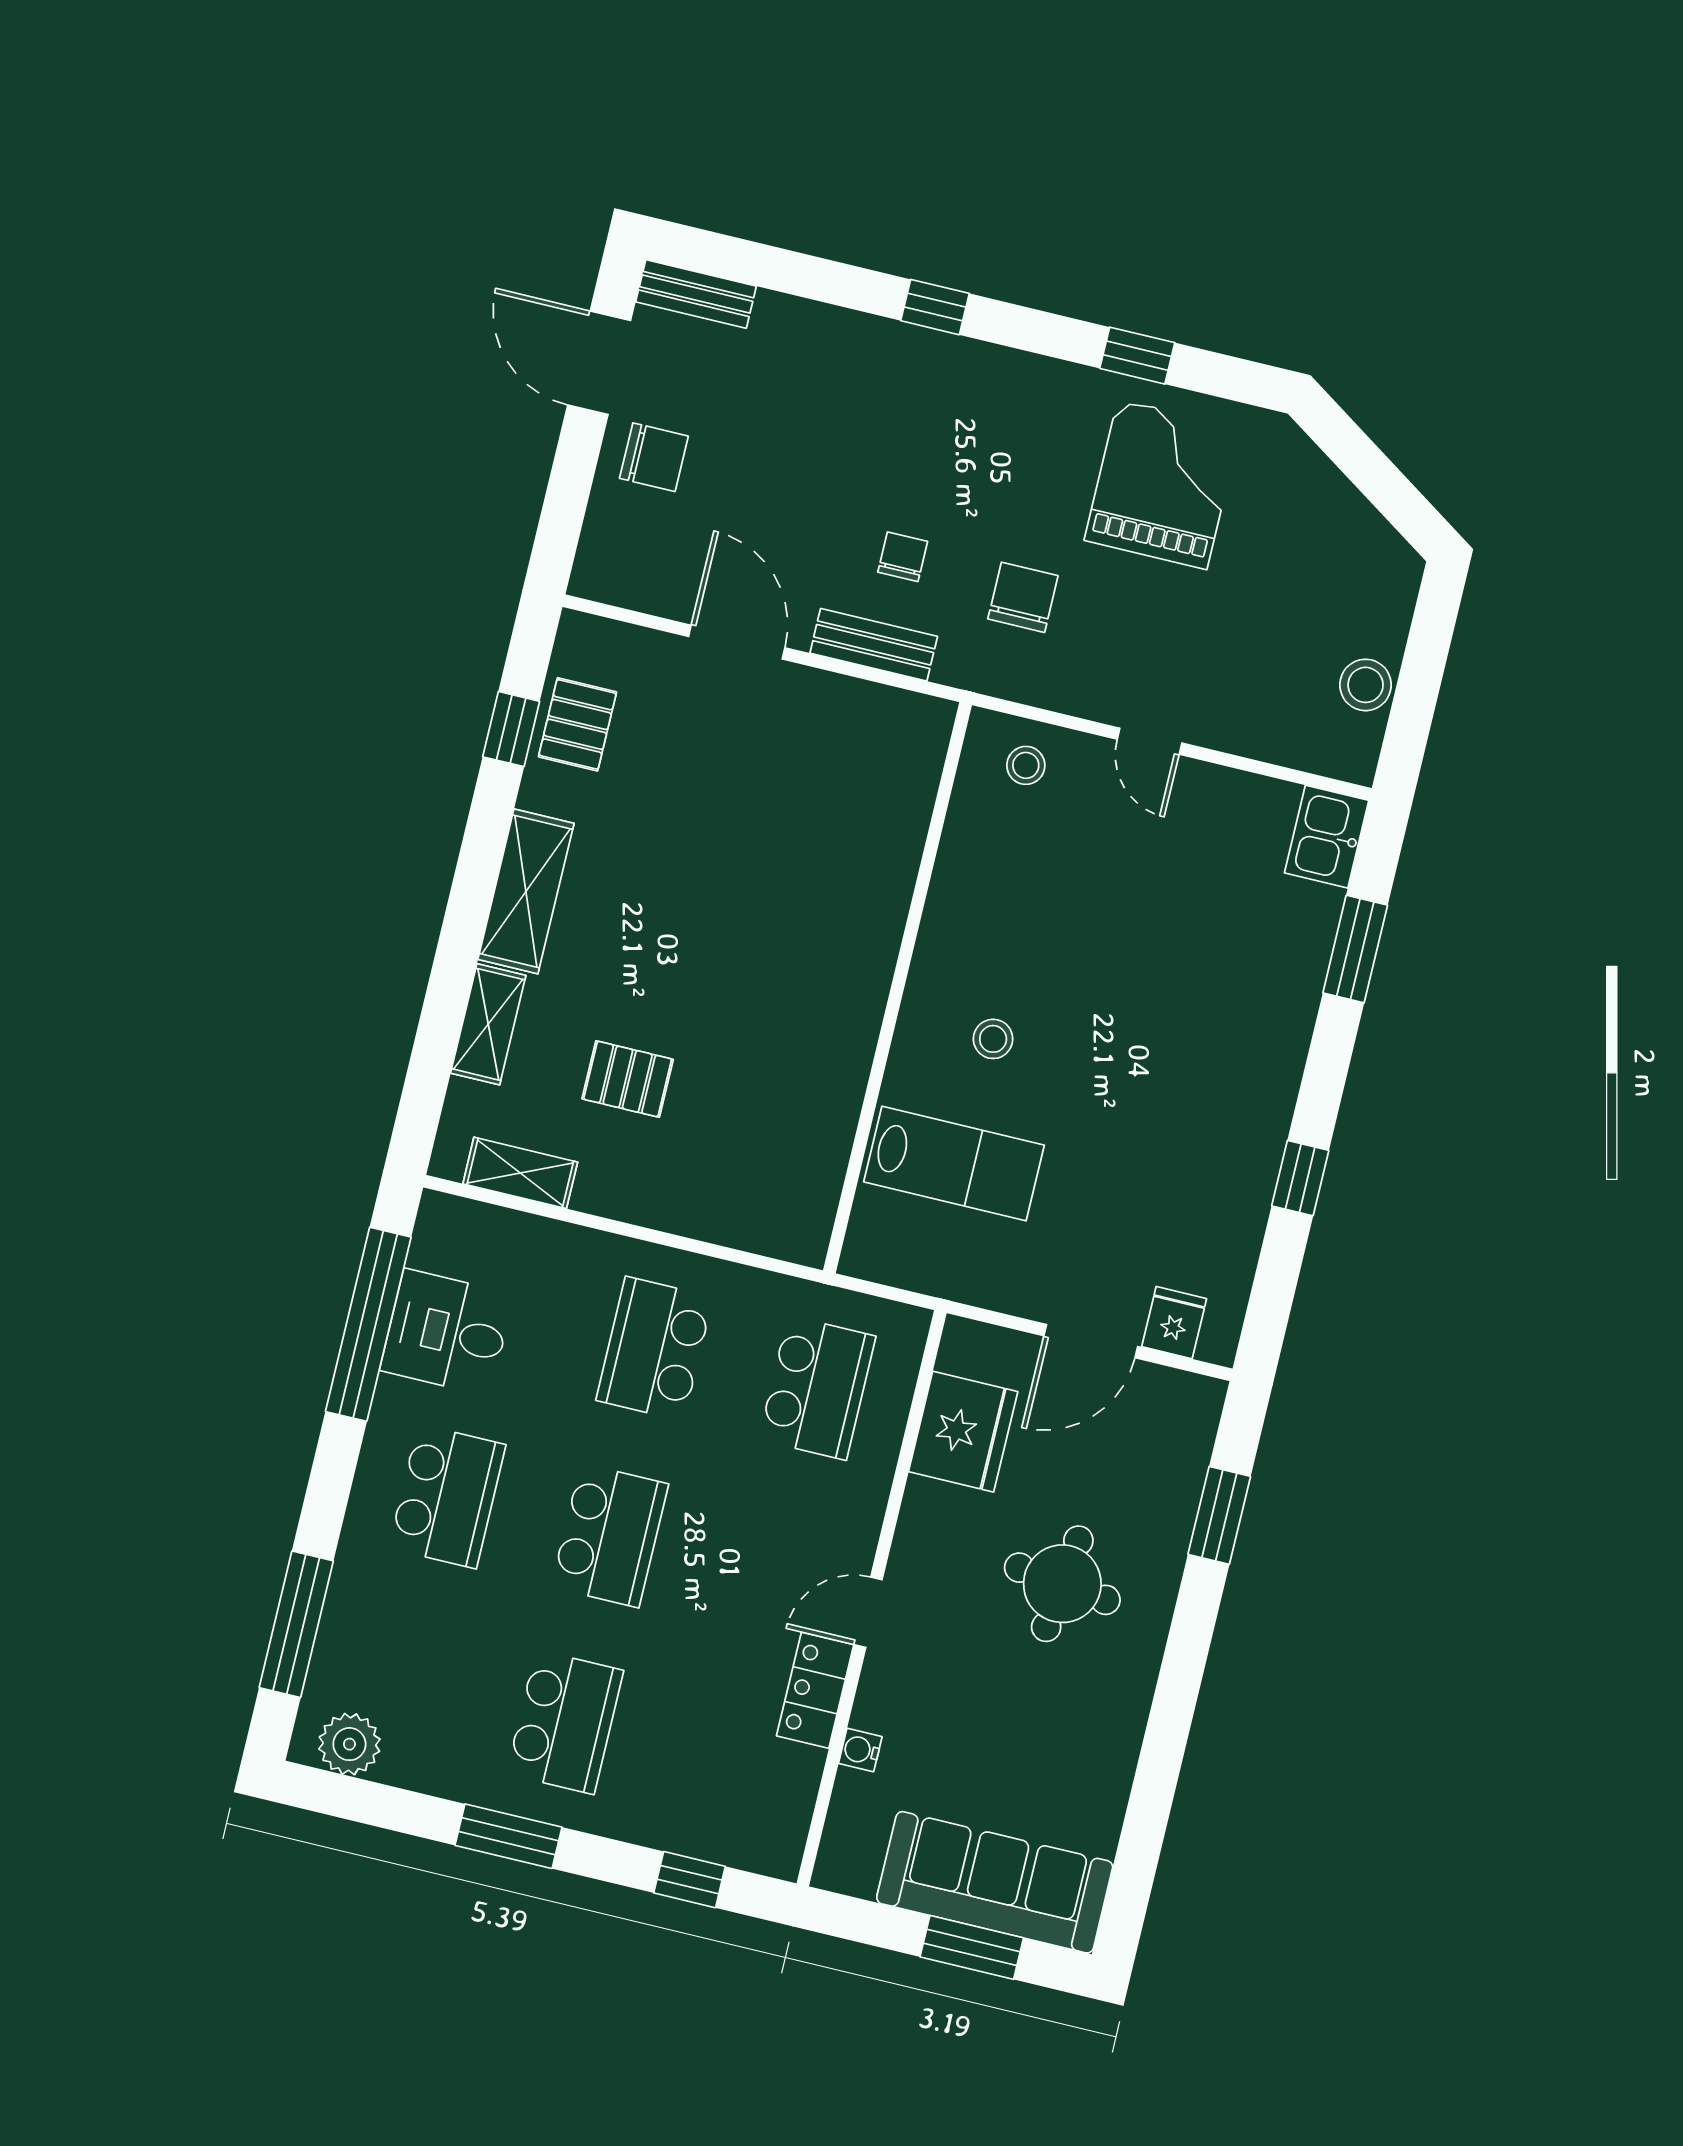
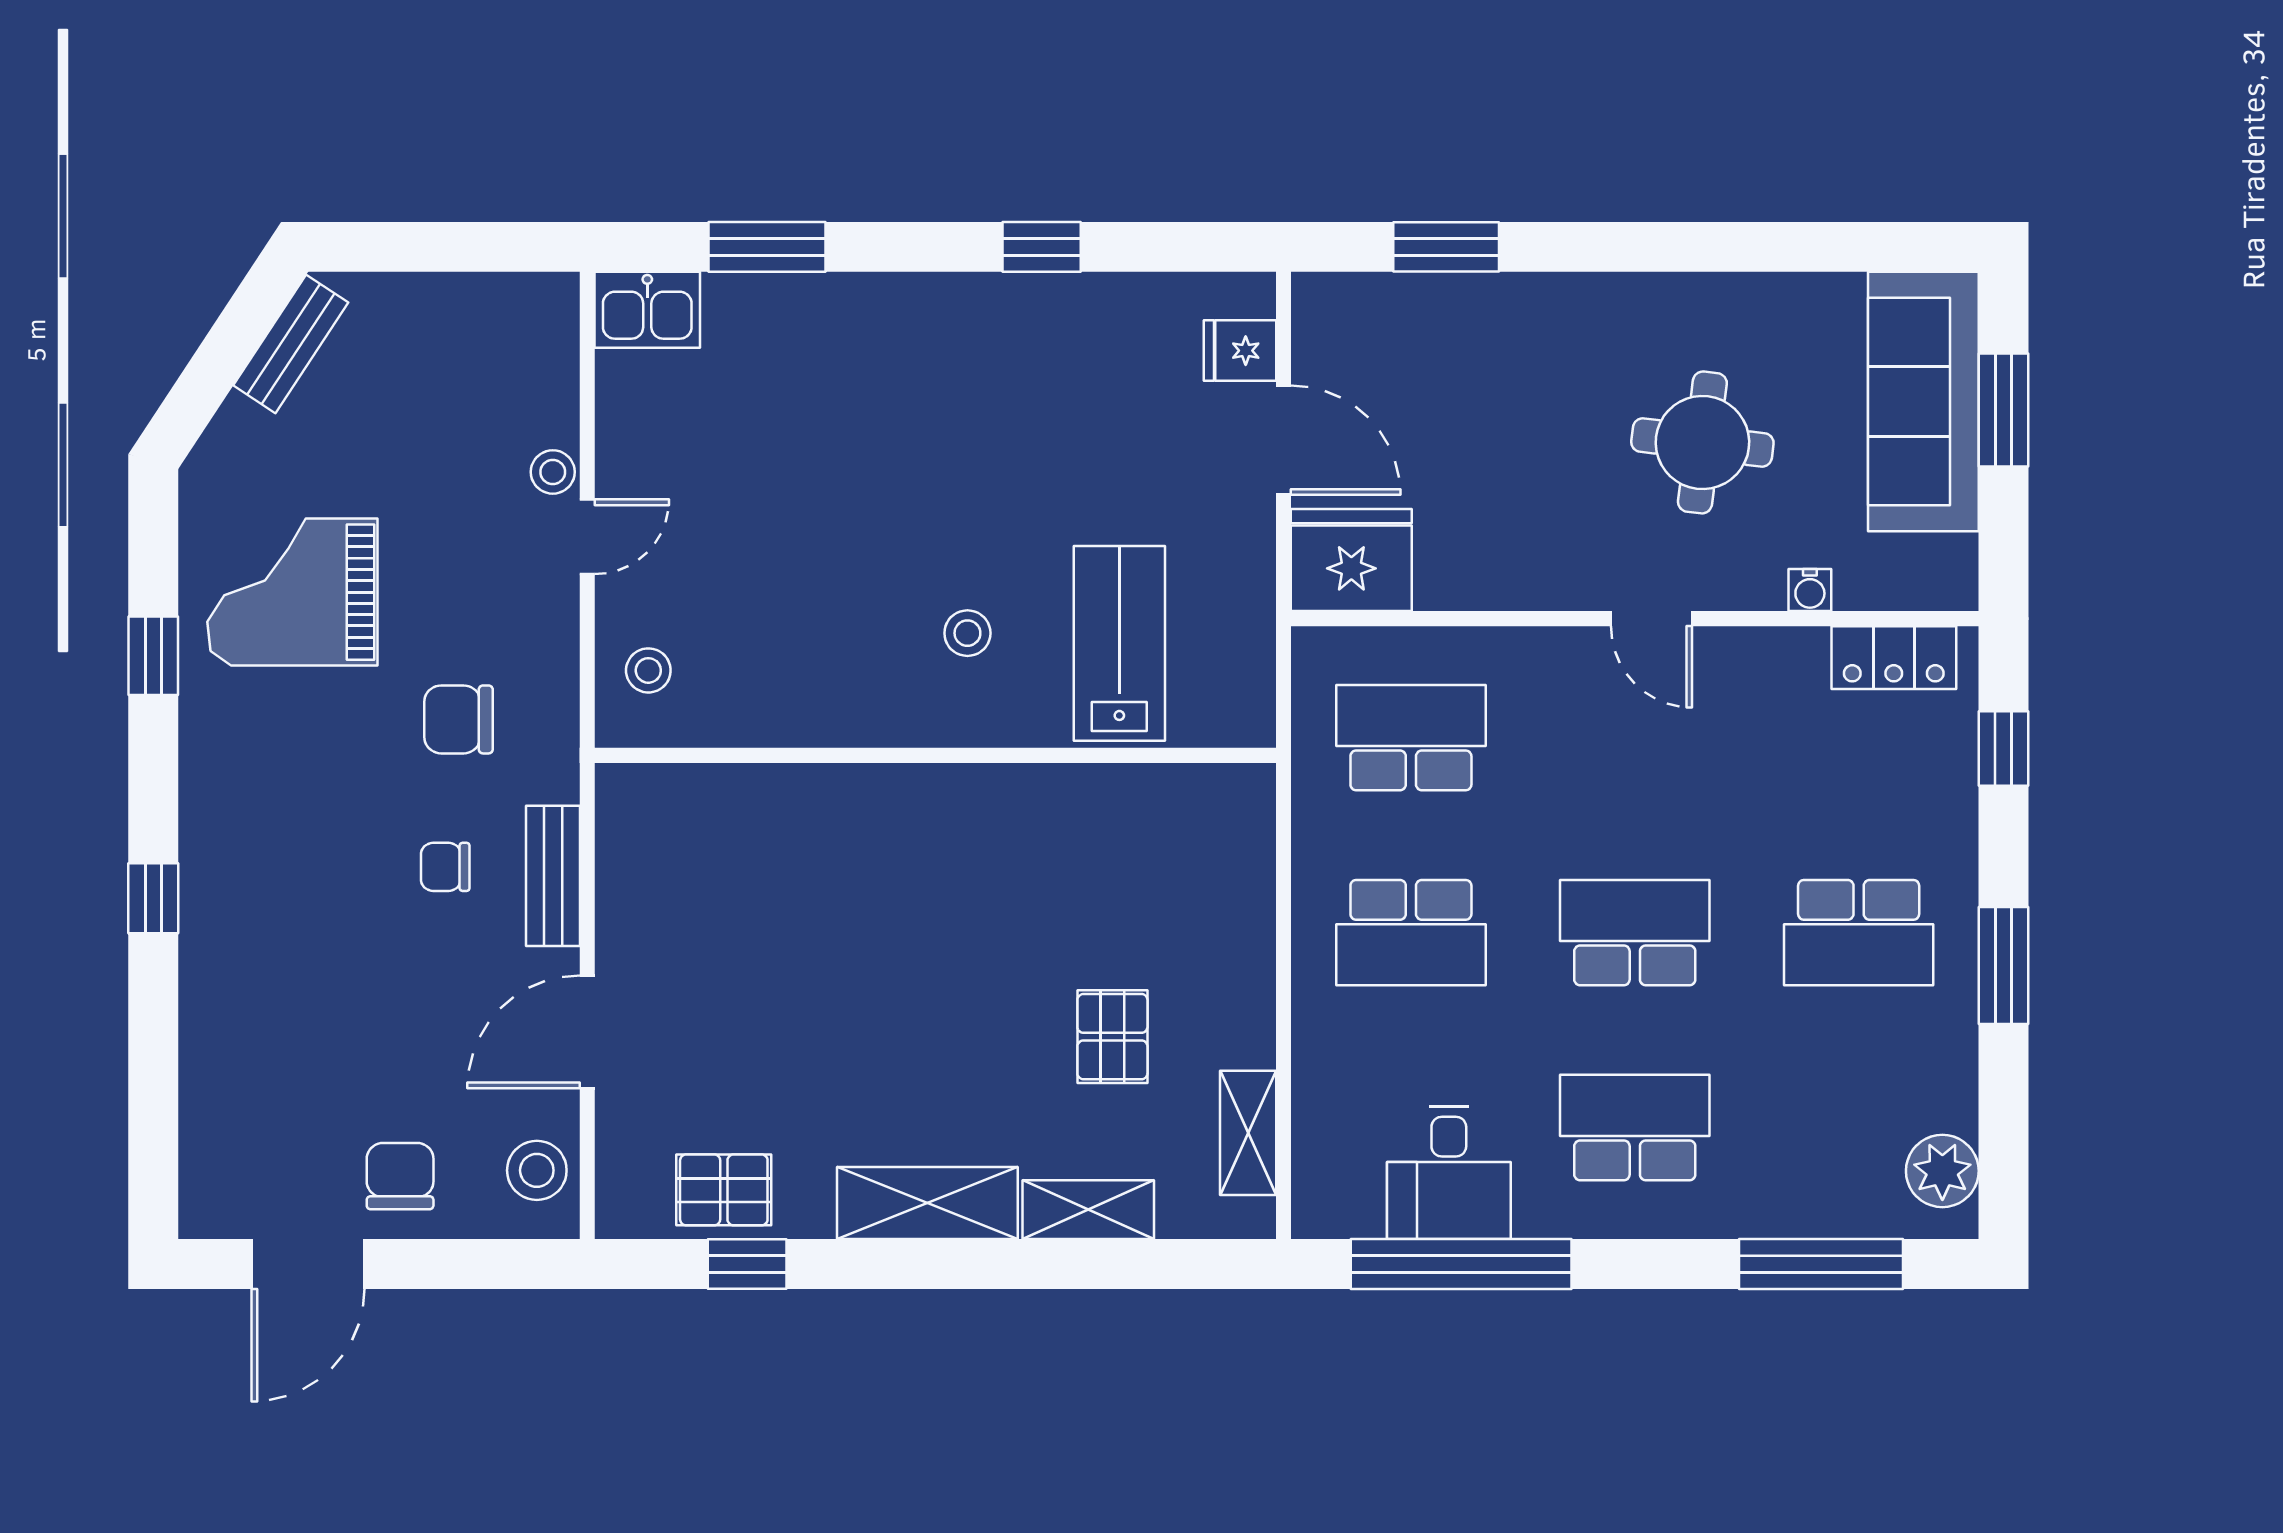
bench: (696, 294) -> (291, 344), moved, turned 33
stool: (631, 572) -> (537, 1170), added
stool: (1366, 685) -> (553, 472), moved, width x0.73, depth x0.73
fridge: (963, 1432) -> (1351, 560), moved
round table: (1062, 1584) -> (1702, 442), moved
locker: (815, 1690) -> (1894, 658), moved
school desk: (565, 1722) -> (1859, 933), turned 180

